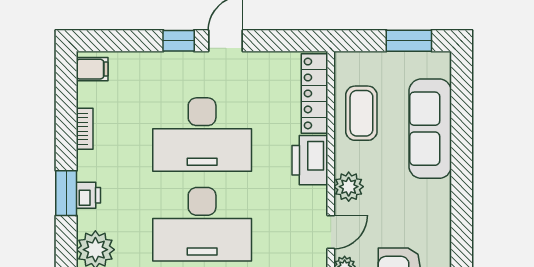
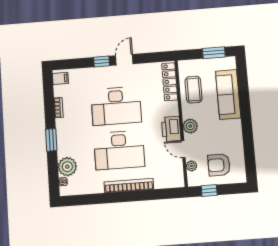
printer: (310, 160) -> (171, 129), moved
printer: (88, 195) -> (62, 140), removed
door: (331, 232) -> (183, 149), swing flipped

